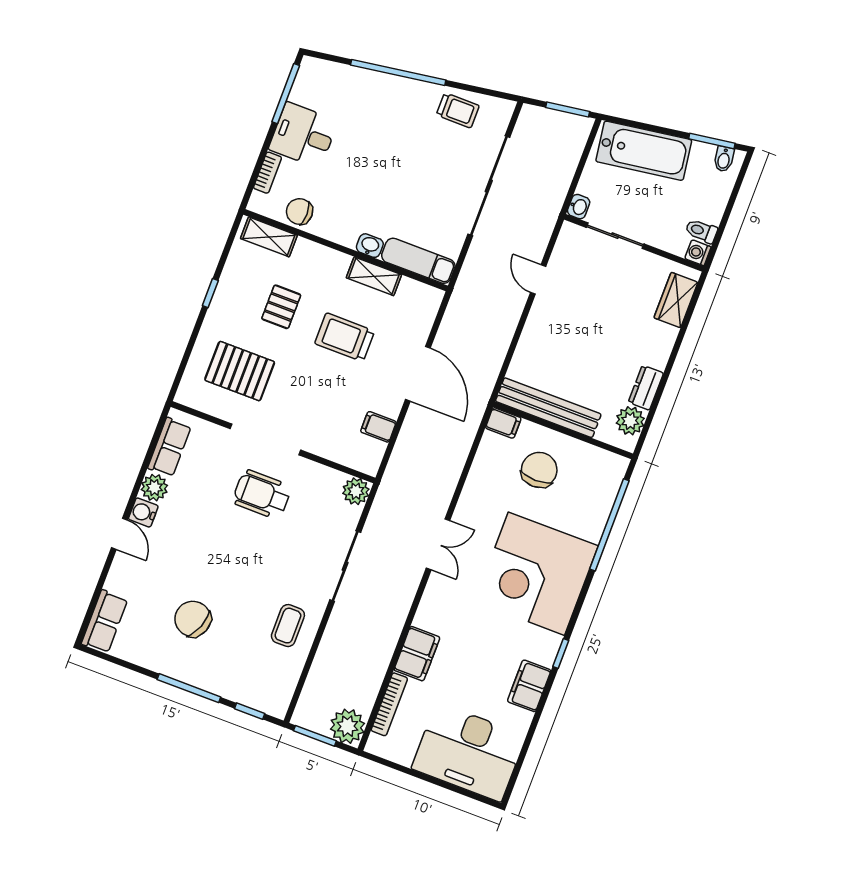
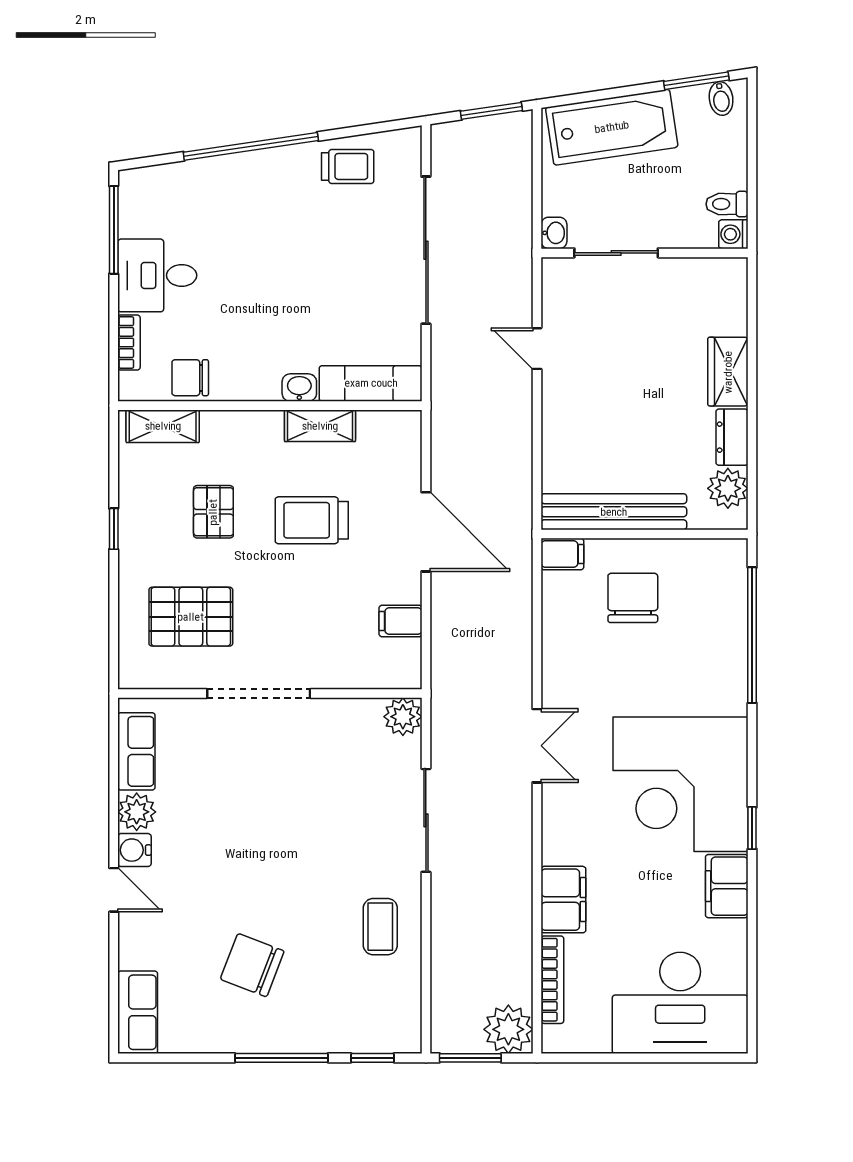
wardrobe: (676, 300) -> (728, 372), moved
wheelchair: (262, 494) -> (281, 767), removed
corner desk: (536, 574) -> (681, 784), moved

